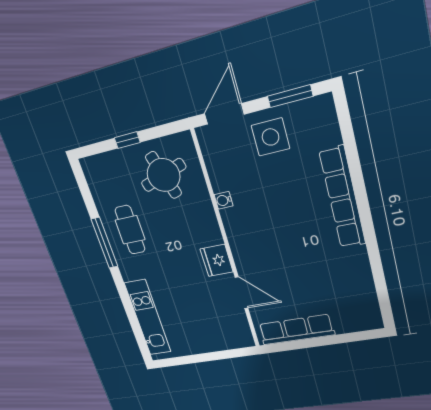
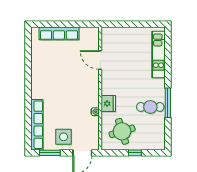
row of seats: (343, 198) -> (37, 125), moved
cafe table: (130, 230) -> (150, 107), turned 90
fridge: (217, 260) -> (108, 104), moved
row of seats: (296, 330) -> (59, 33), moved

